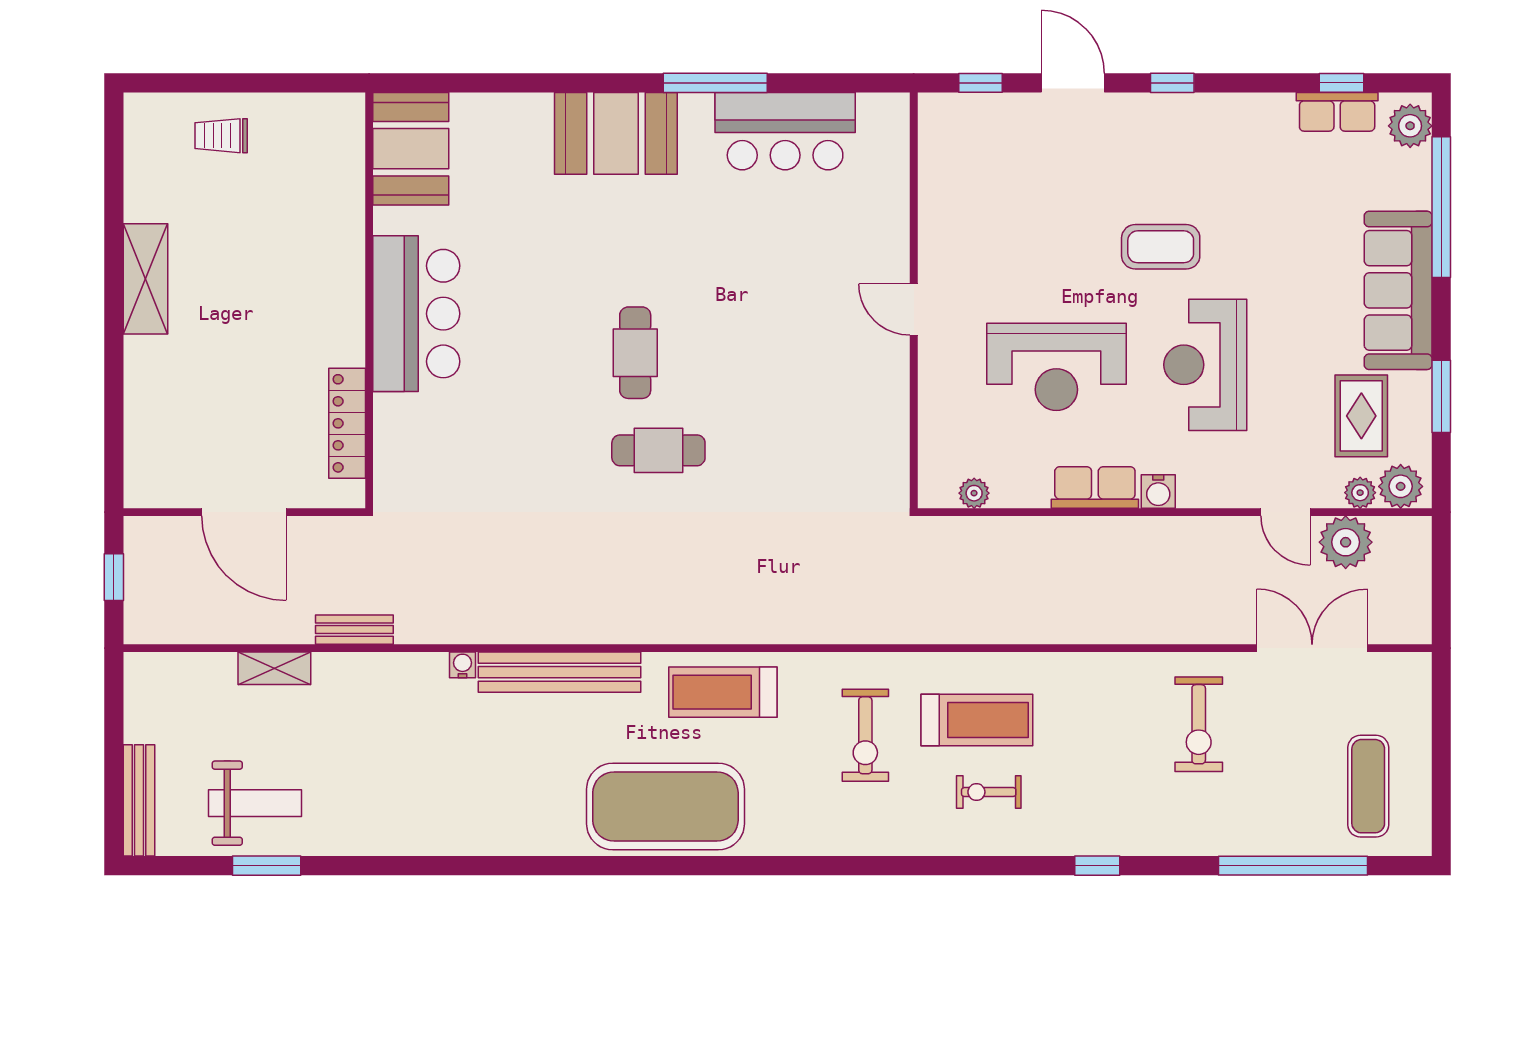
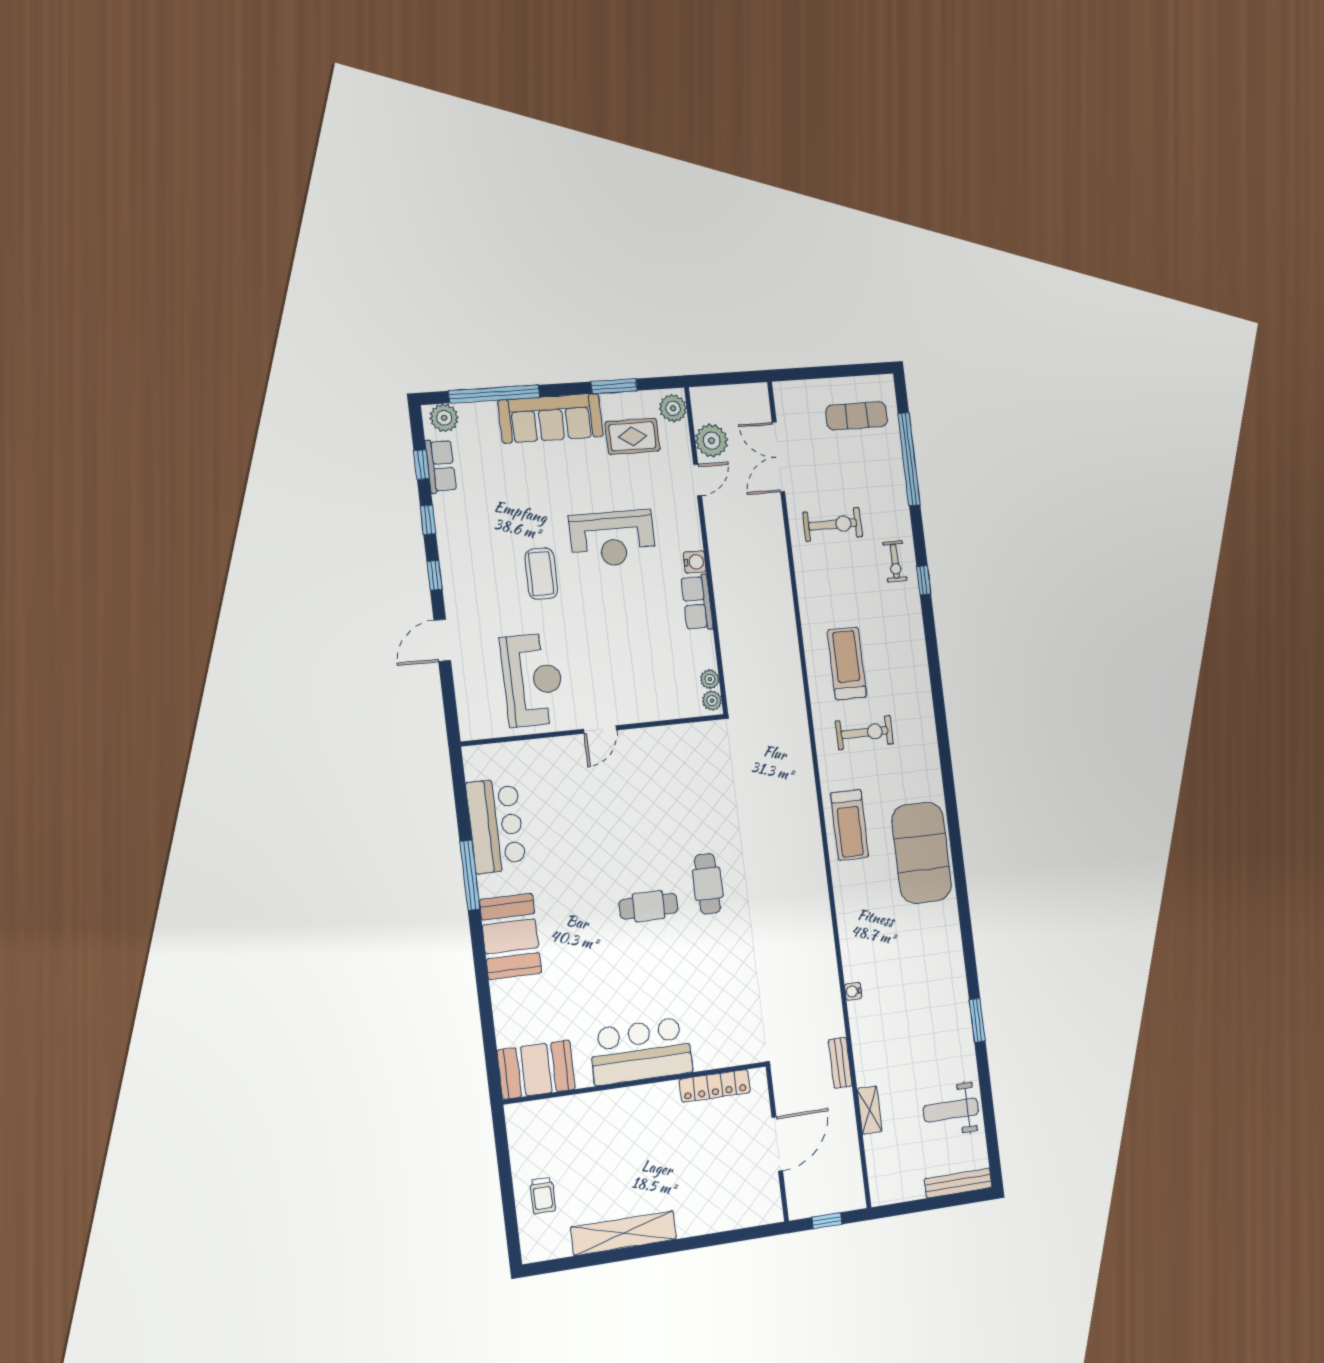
window: (980, 83) -> (428, 520), moved
shelving: (145, 279) -> (624, 1233), width x1.47
reception desk: (1056, 367) -> (533, 680), moved
plant: (1360, 493) -> (712, 701), moved
bench: (560, 672) -> (850, 929), removed
exercise bike: (989, 792) -> (895, 561), moved
weight bench: (255, 803) -> (951, 1110), turned -90
window: (267, 866) -> (977, 1020), moved

